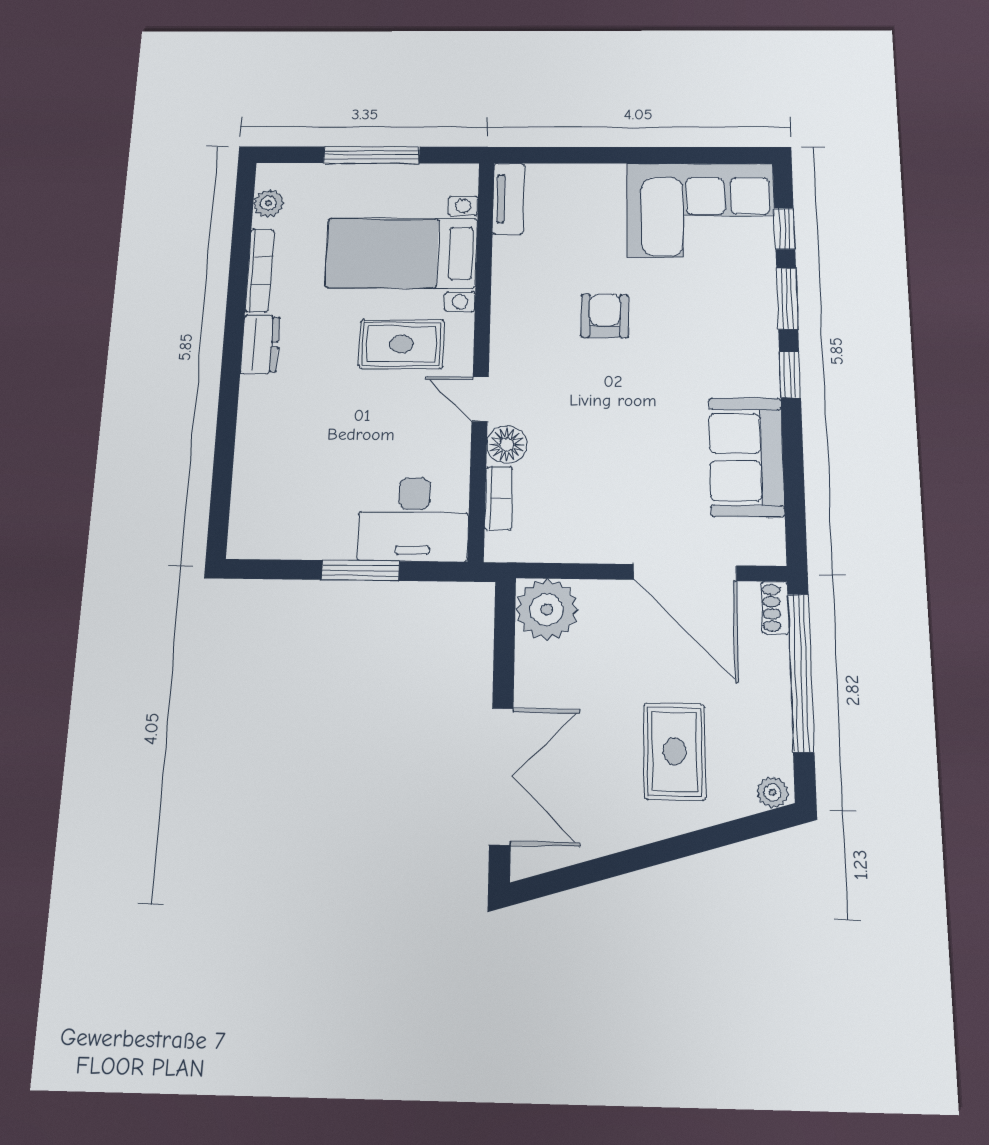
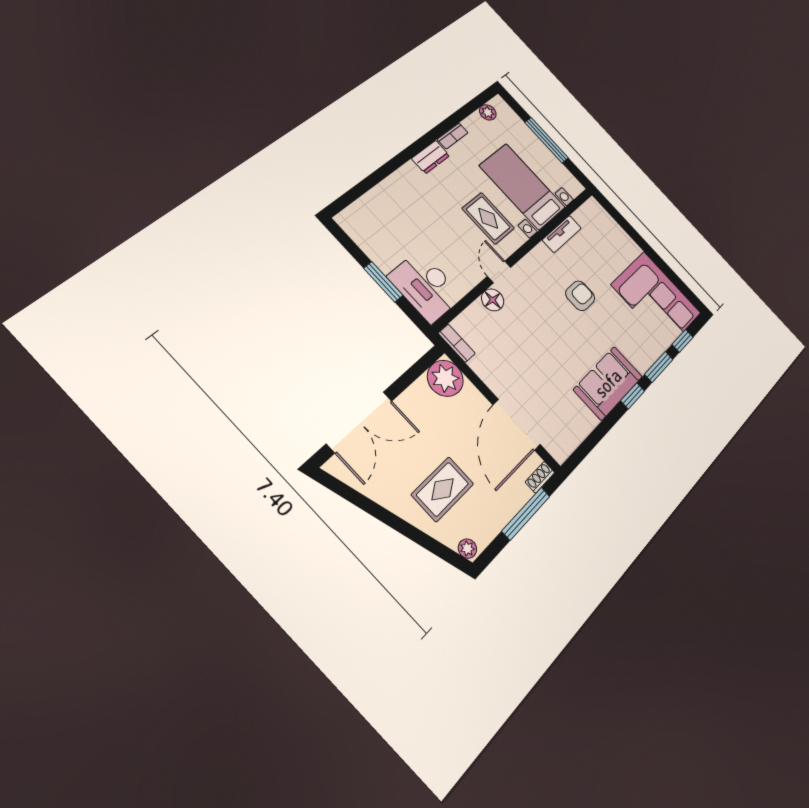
tv unit: (508, 199) -> (562, 234), moved
bookcase: (260, 270) -> (453, 136), width x0.64
sofa: (746, 457) -> (608, 383), moved
bookcase: (499, 498) -> (457, 343), moved, turned -90
window: (801, 672) -> (526, 514), width x0.68

